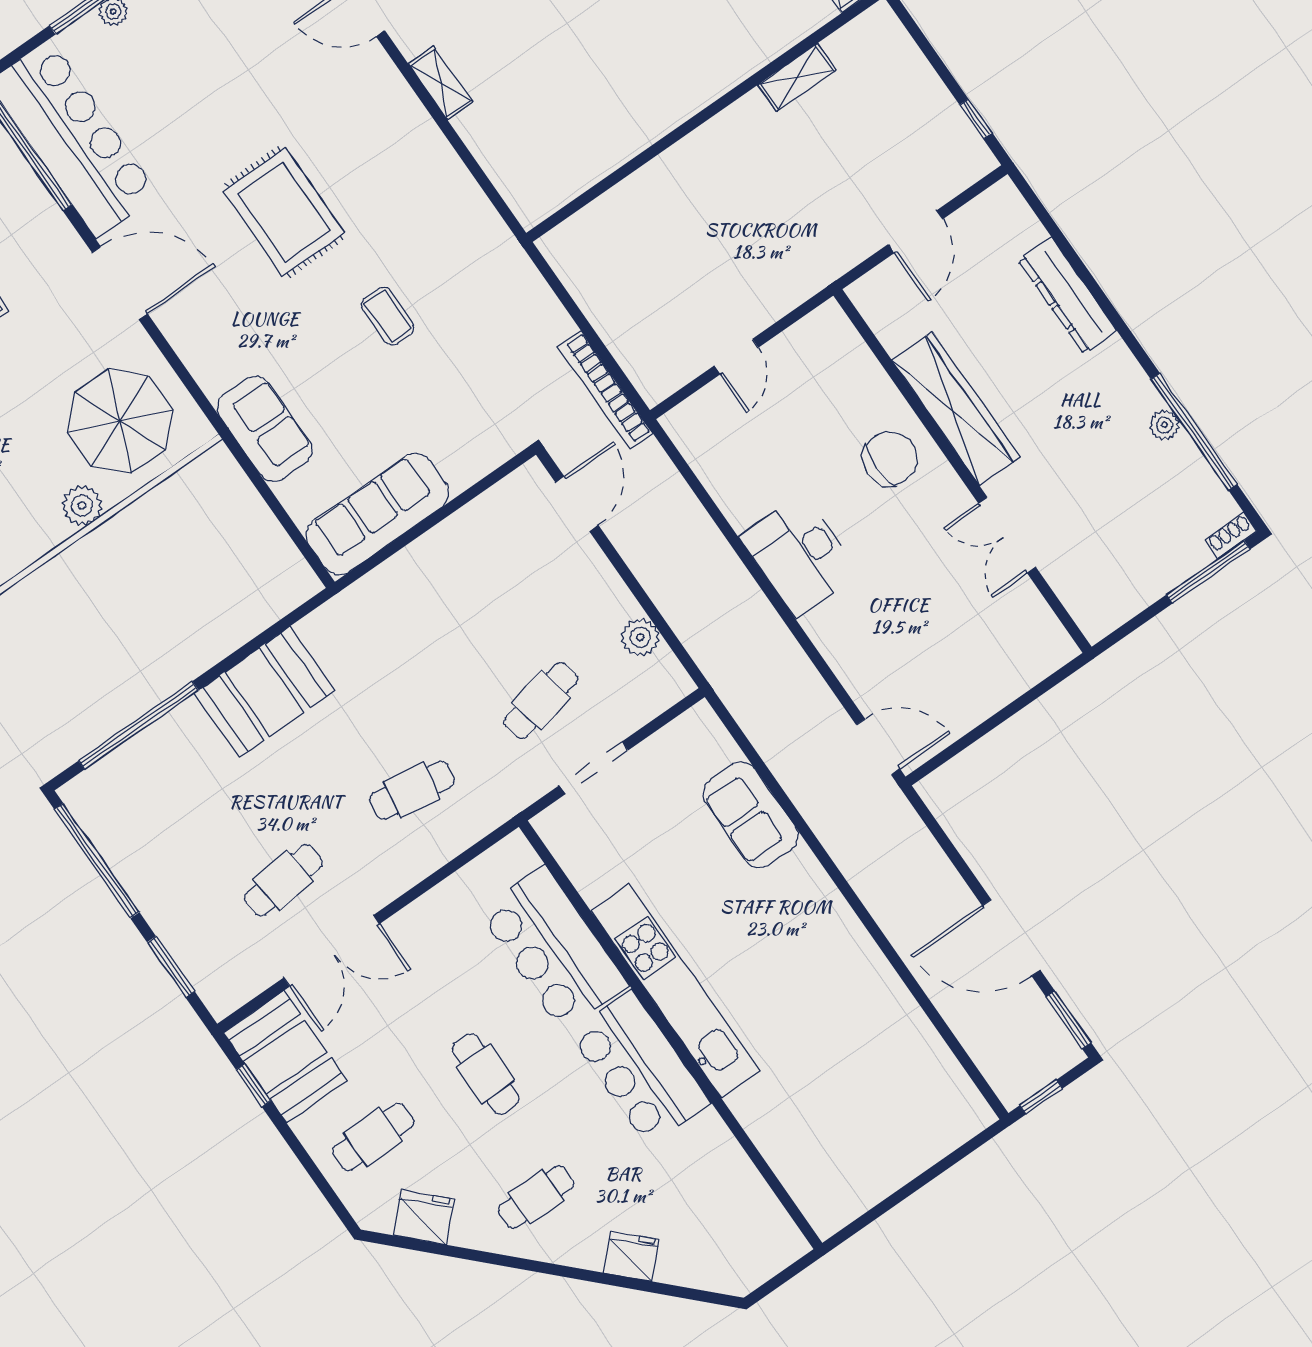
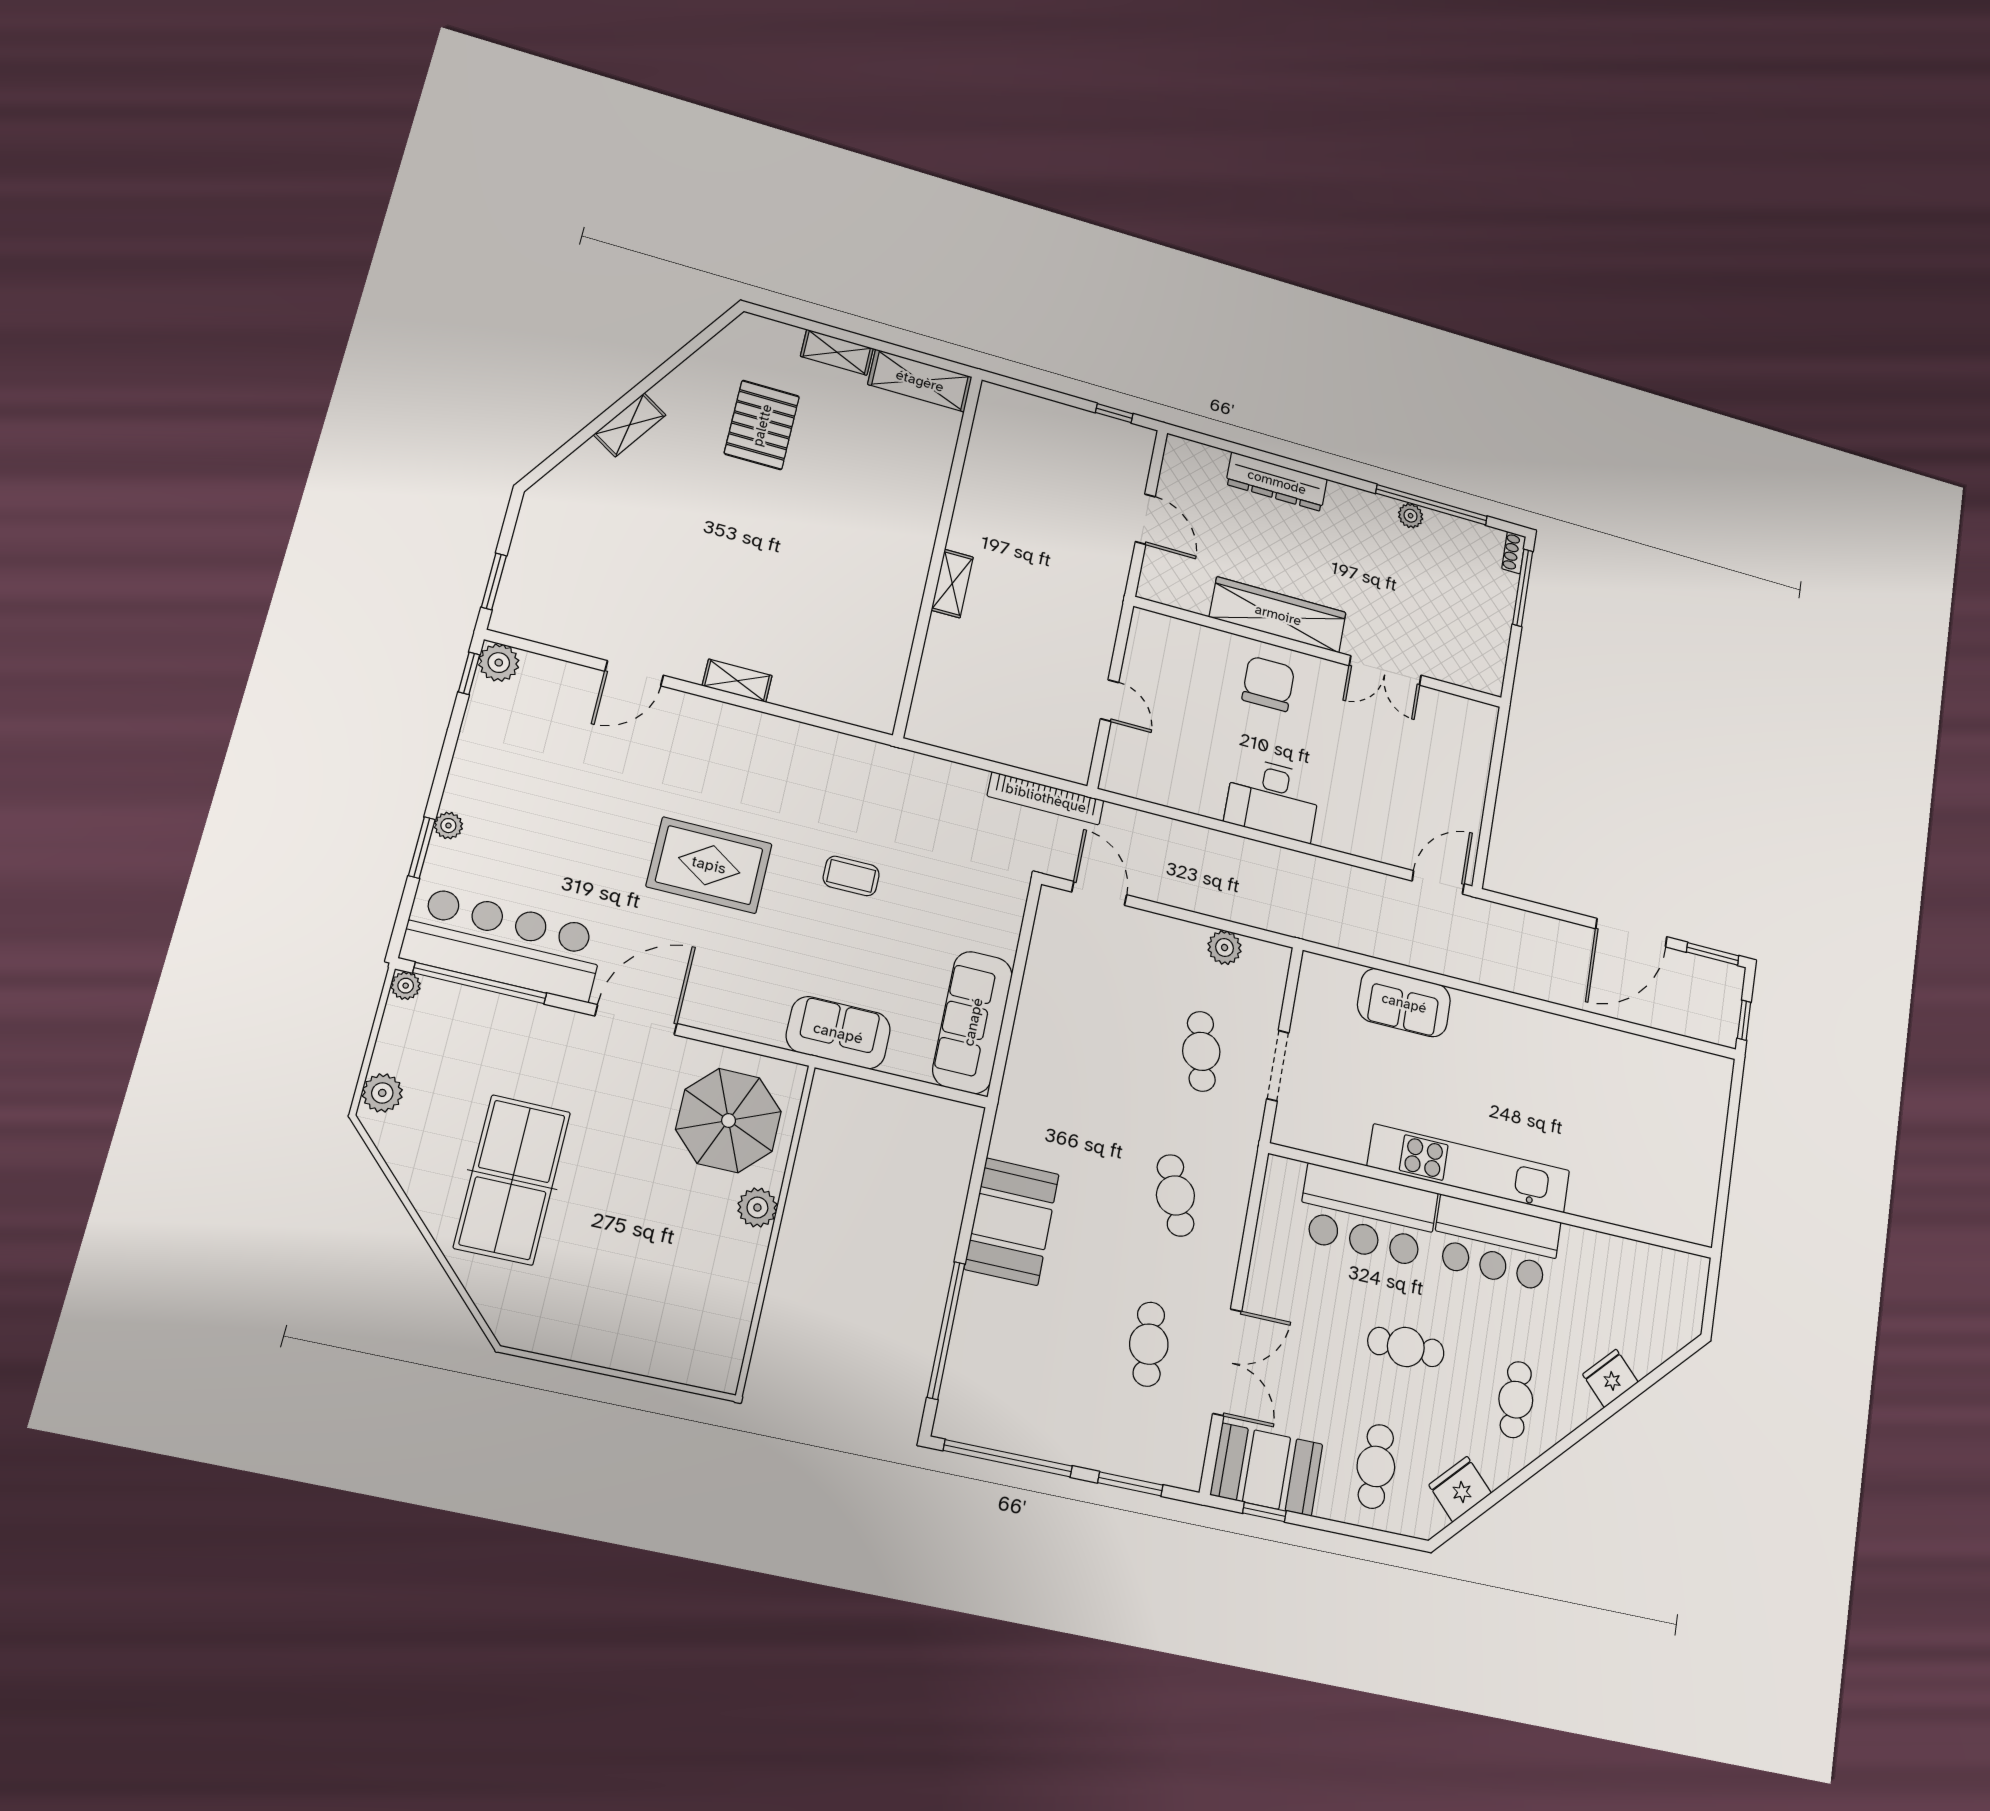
shelving: (797, 77) -> (952, 583), moved
cafe table: (412, 790) -> (1175, 1195), turned -30

